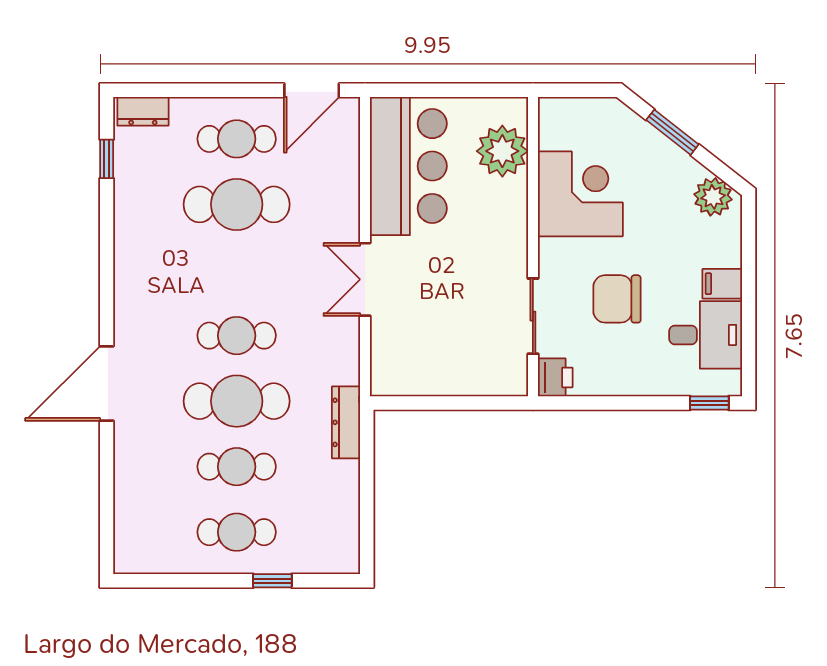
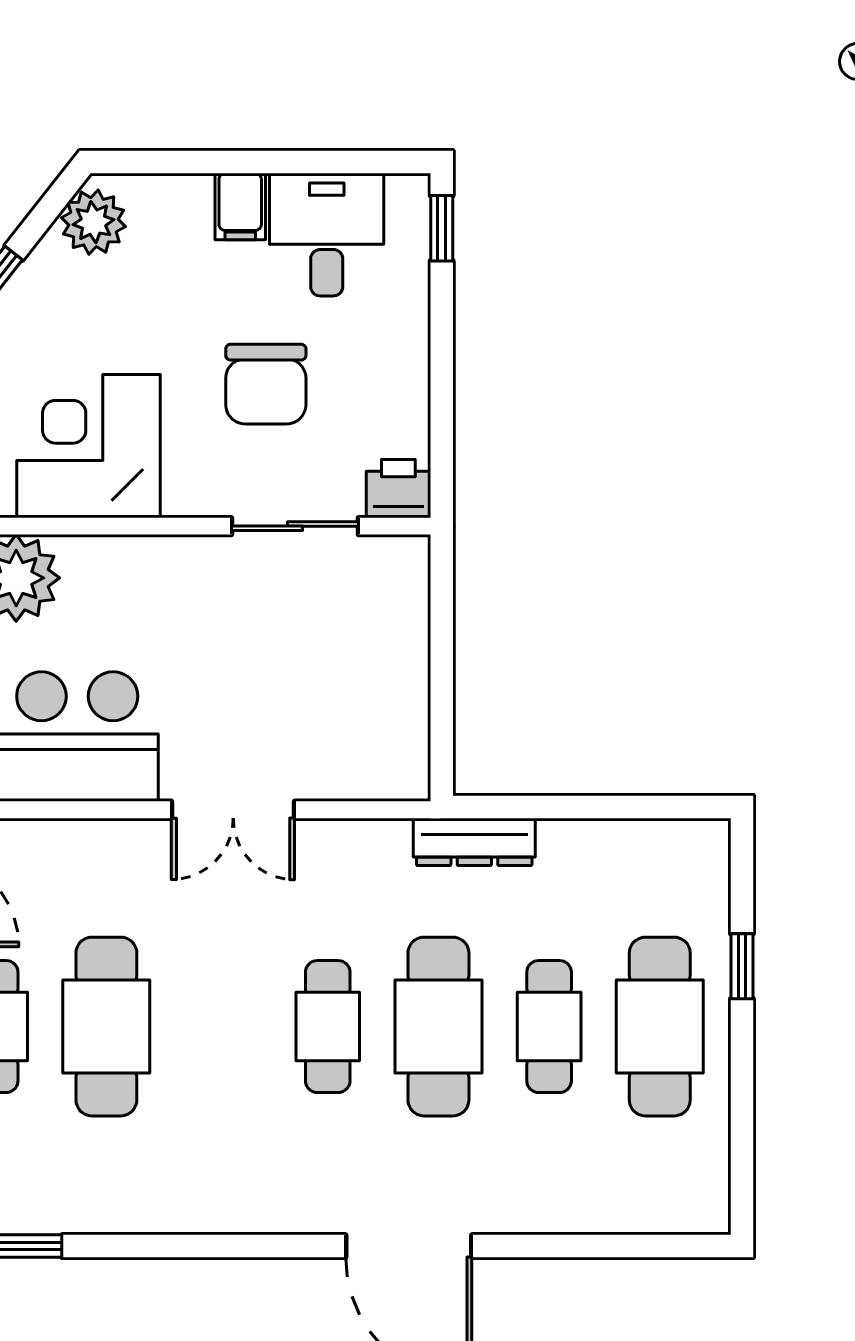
cafe table: (237, 532) -> (660, 1027), width x1.37, depth x1.35

